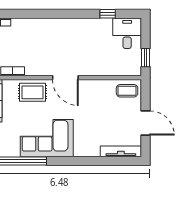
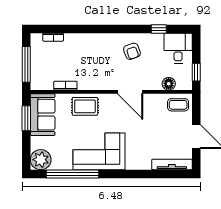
armchair: (80, 36) -> (132, 51), added
floor lamp: (118, 69) -> (169, 84), added
door: (65, 78) -> (130, 92), moved

